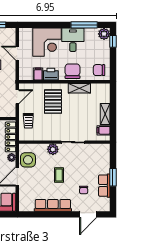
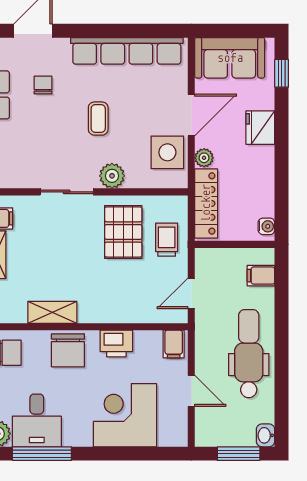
desk: (73, 40) -> (37, 420), moved
filing cabinet: (38, 74) -> (174, 344), moved
pallet: (53, 102) -> (123, 232), moved
row of seats: (53, 205) -> (127, 51), width x1.36

